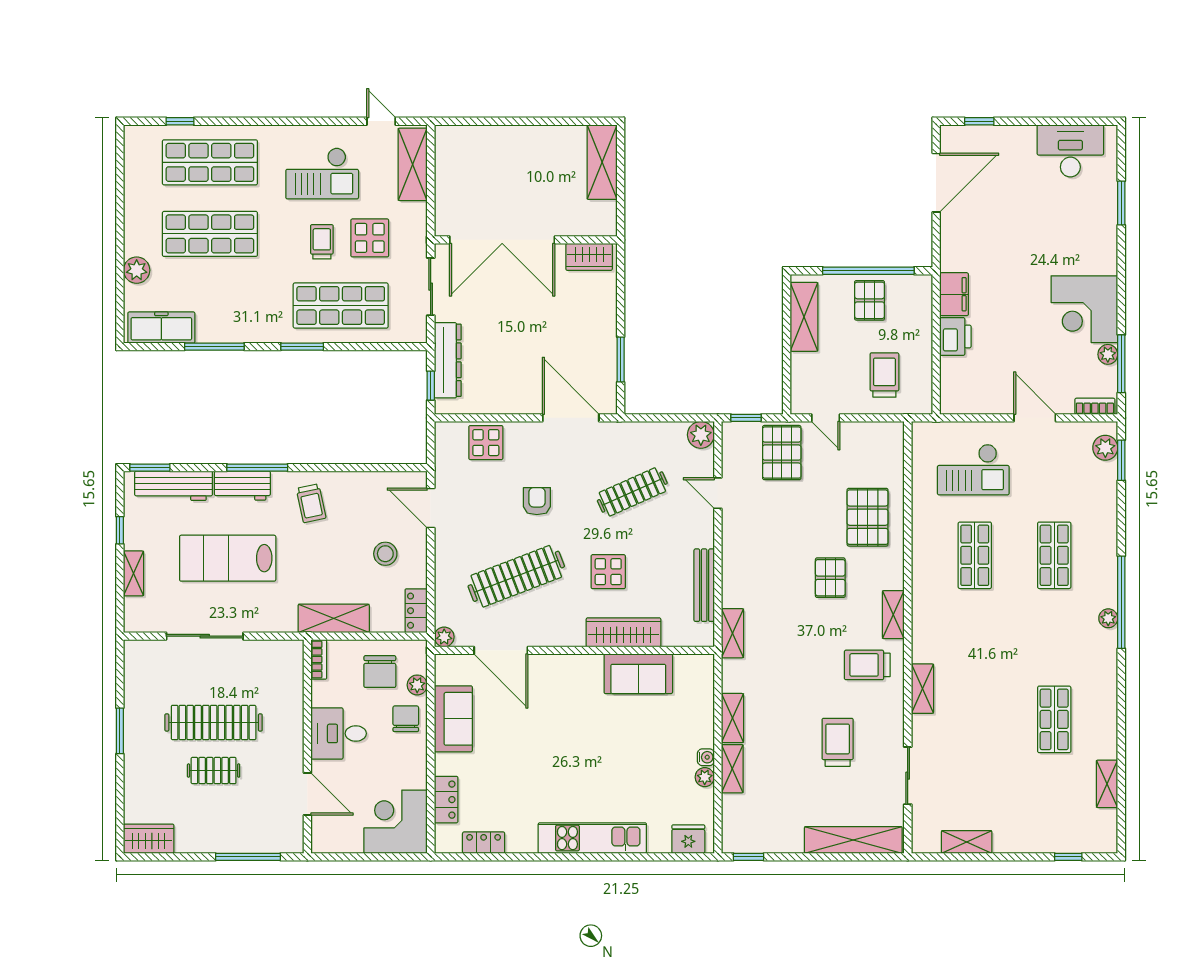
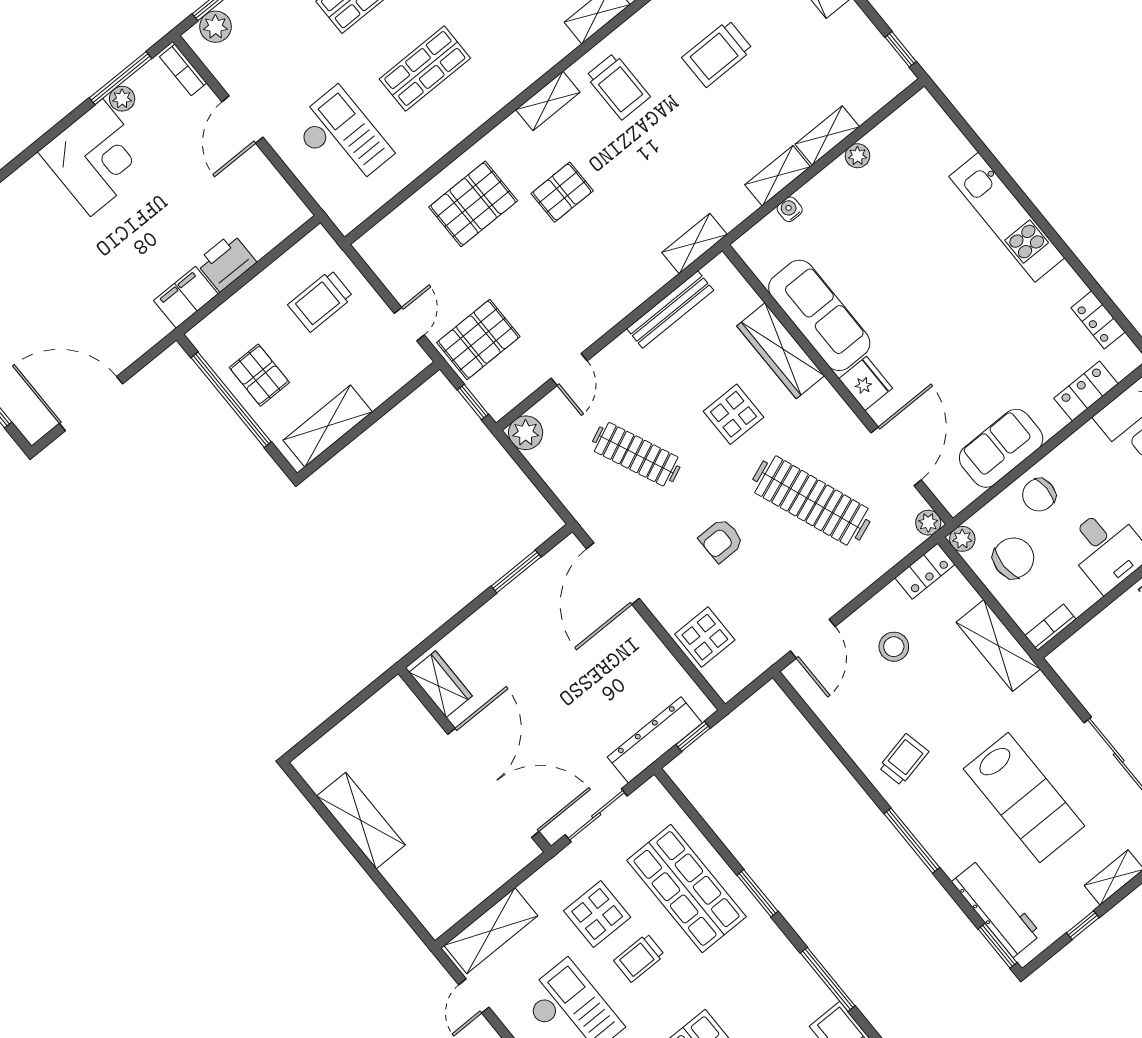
shelving: (602, 162) -> (361, 821), moved, turned 90
pallet: (870, 300) -> (259, 375), turned 90
workbench: (242, 486) -> (941, 841), removed
sofa: (638, 674) -> (819, 315), width x1.36
plant: (417, 685) -> (962, 539), moved
water cooler: (706, 757) -> (790, 209), moved
fridge: (688, 839) -> (866, 383), moved, turned 180

